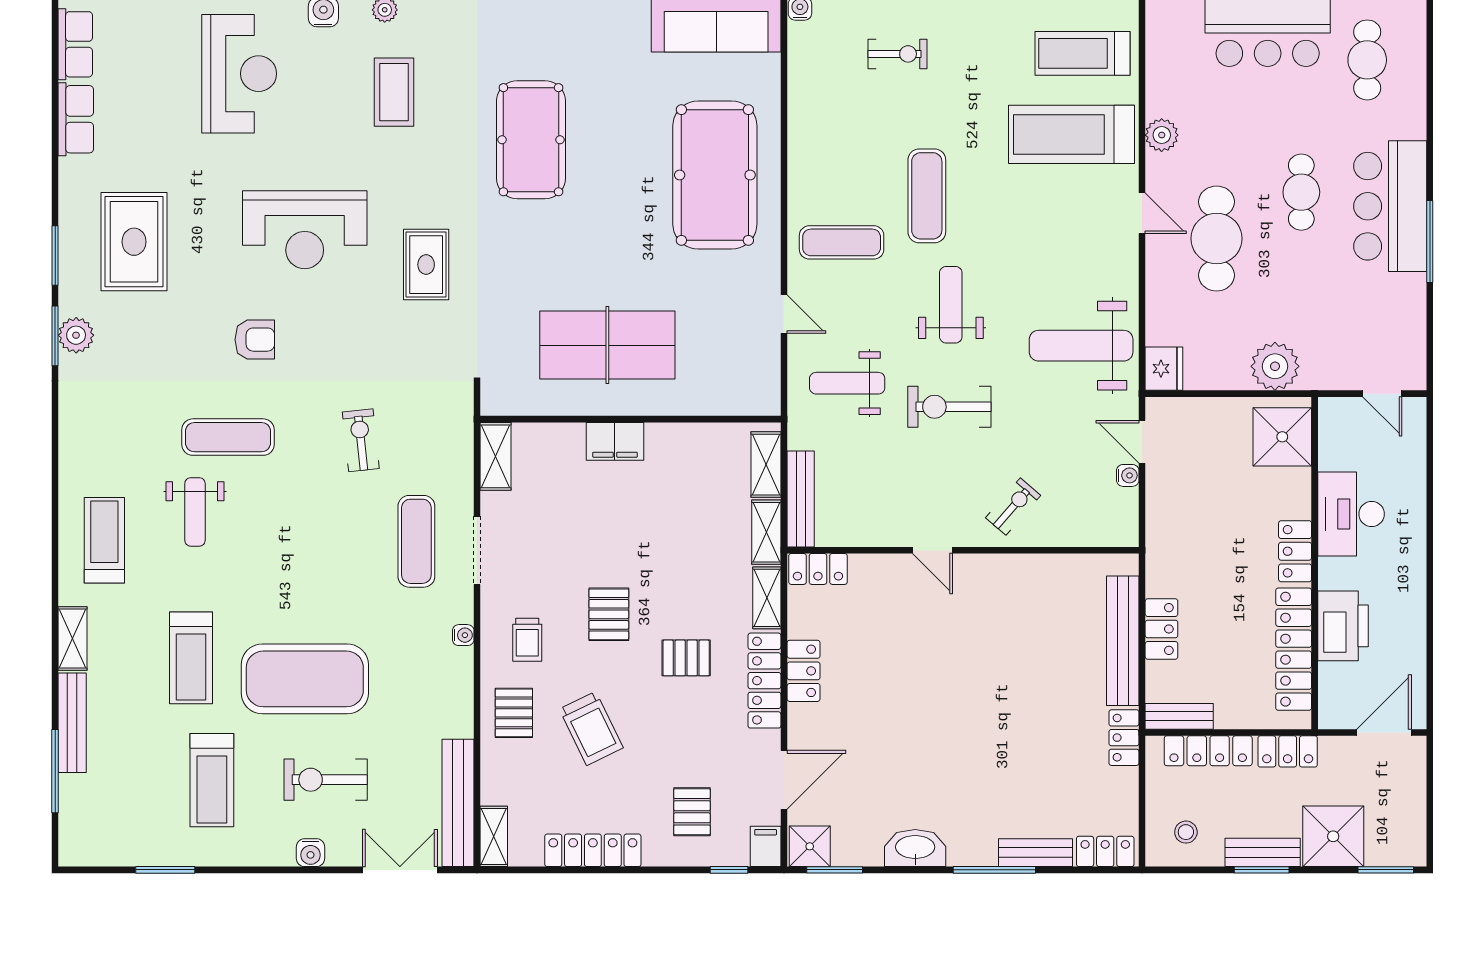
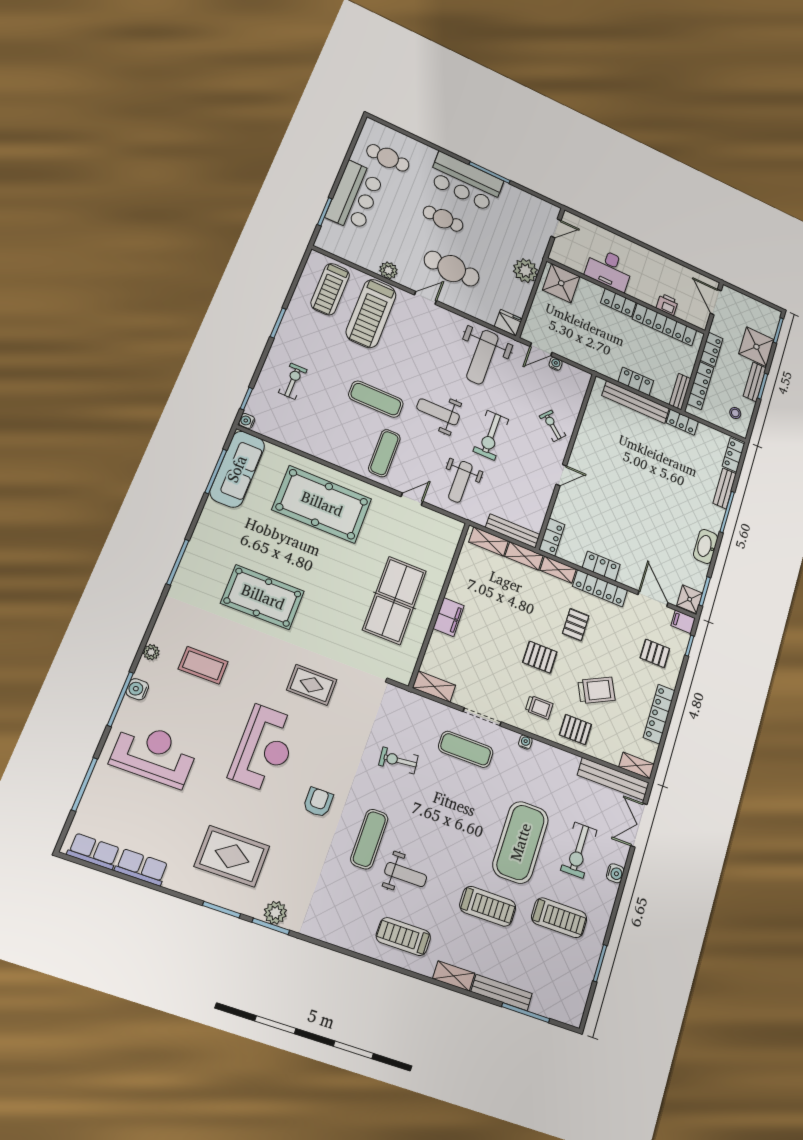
printer: (1343, 626) -> (667, 305), width x0.53, depth x0.68

